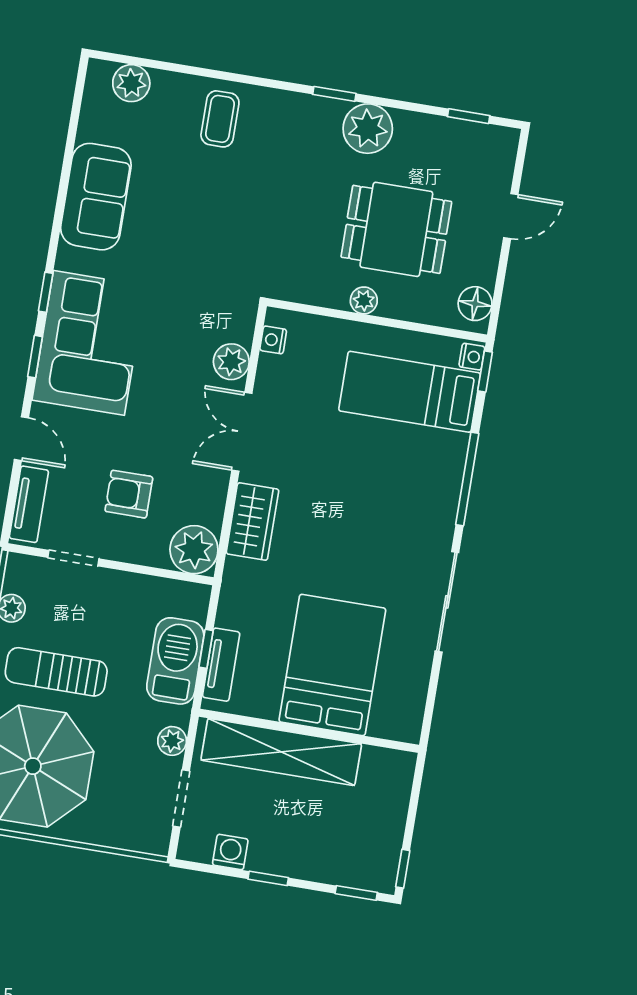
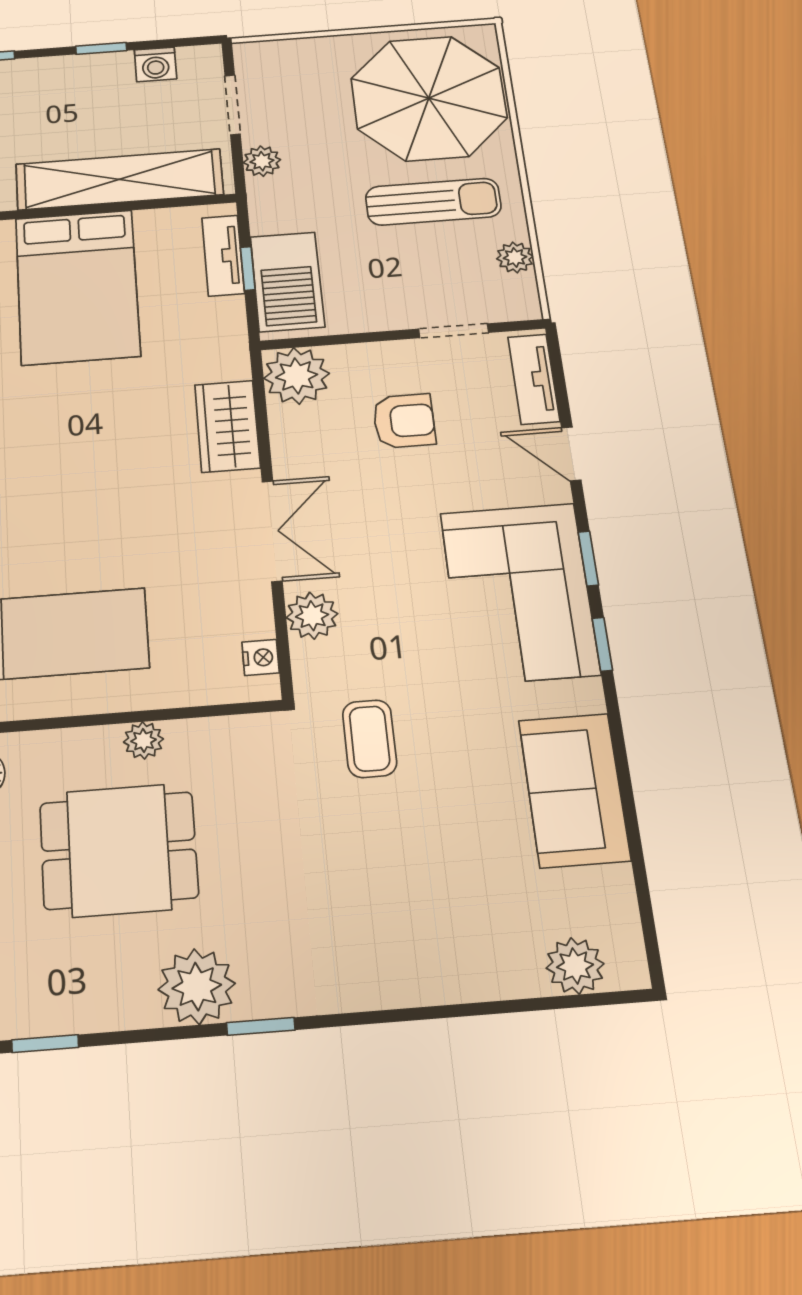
coffee table: (220, 119) -> (370, 739), moved
barbecue: (175, 661) -> (287, 282), moved

